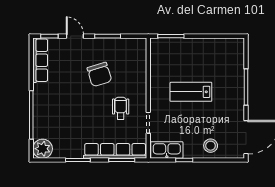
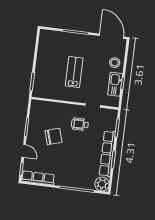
door: (75, 36) -> (24, 151), swing flipped
lab bench: (191, 92) -> (74, 72), turned 180
kitchen sink: (167, 150) -> (115, 84), moved
row of seats: (115, 151) -> (107, 154), moved

